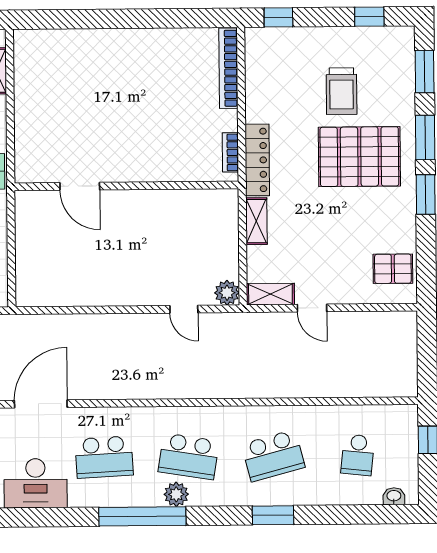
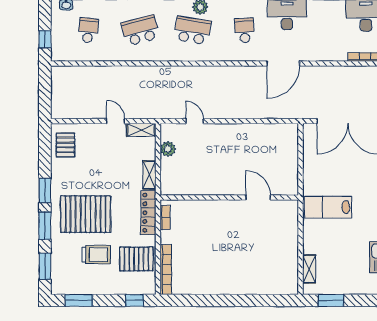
window: (369, 17) -> (79, 300), width x1.50
pallet: (276, 85) -> (136, 259), added
trolley: (342, 91) -> (96, 255), turned 90
pallet: (393, 269) -> (65, 145), turned 90
plant: (227, 293) -> (168, 149), moved
school desk: (104, 457) -> (245, 30), width x0.54

